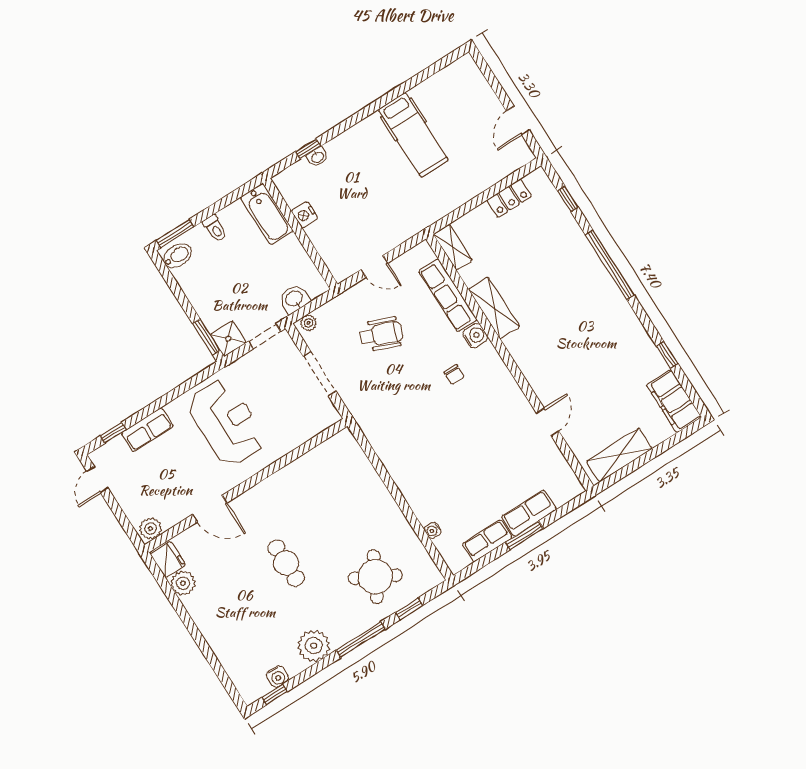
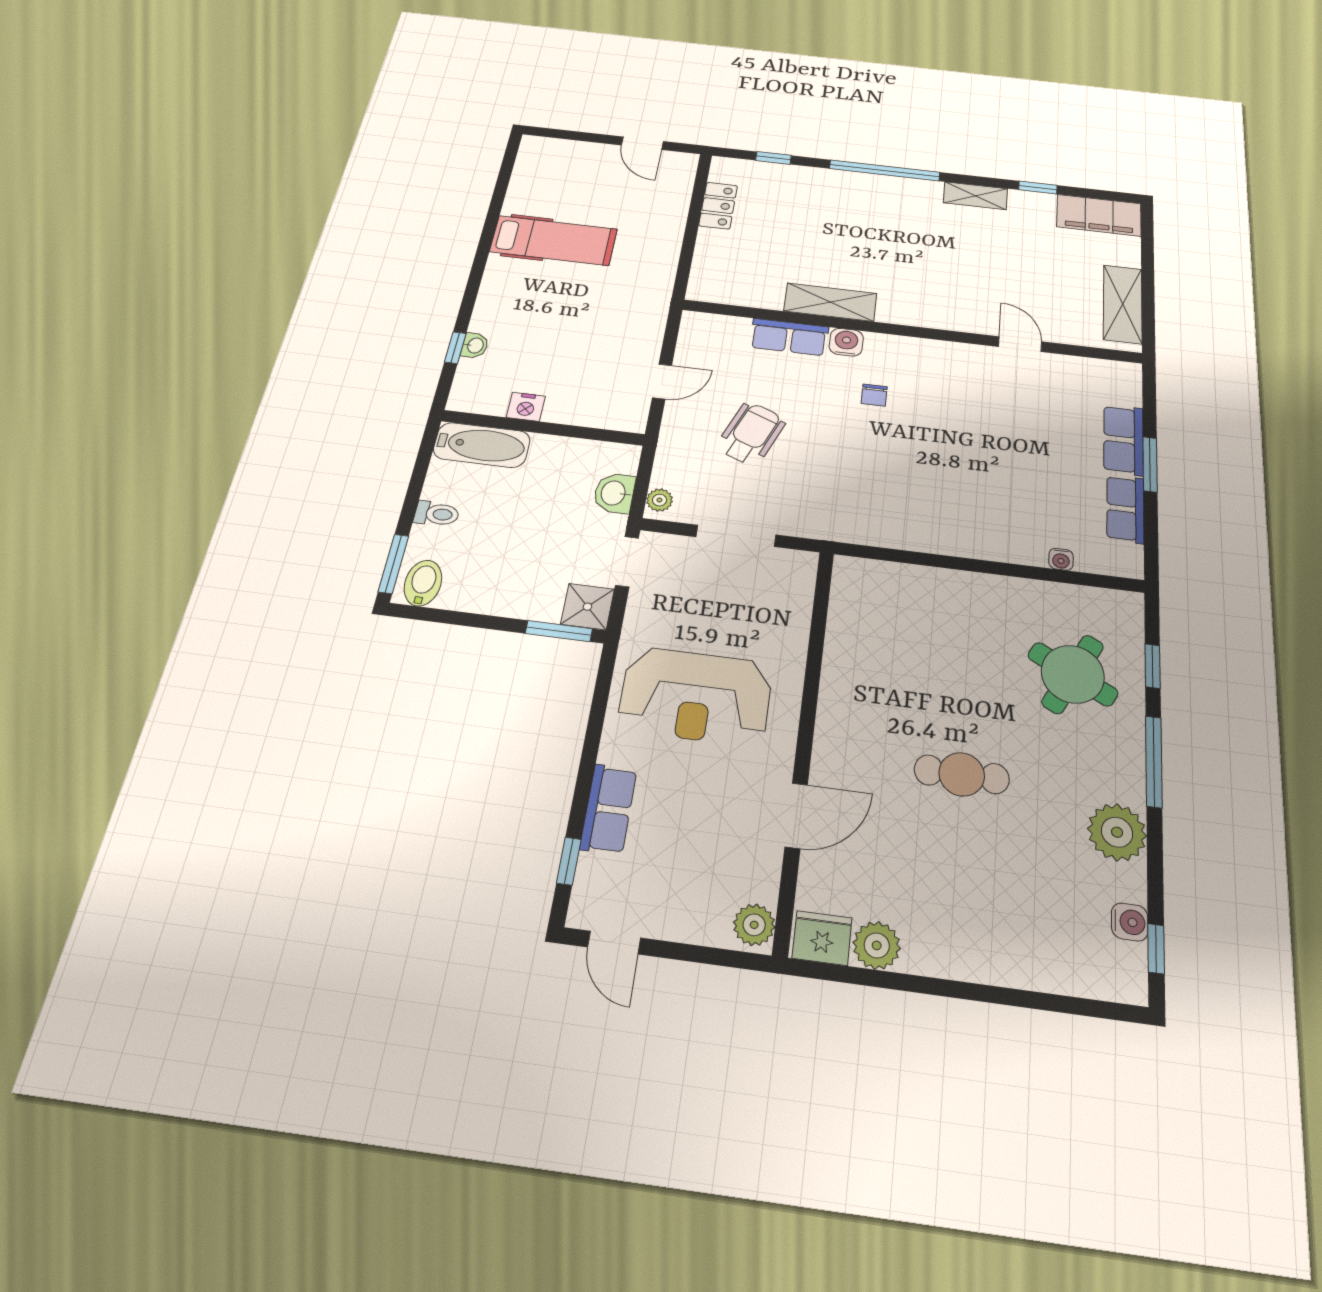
shelving: (453, 247) -> (975, 196), moved
row of seats: (448, 295) -> (789, 337), width x0.68
chair: (454, 375) -> (874, 395), turned 90
reception desk: (227, 423) -> (696, 696), turned 180

